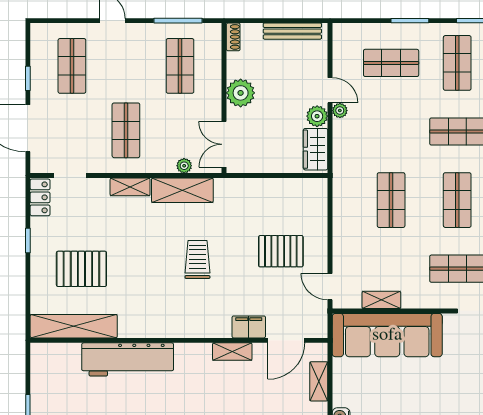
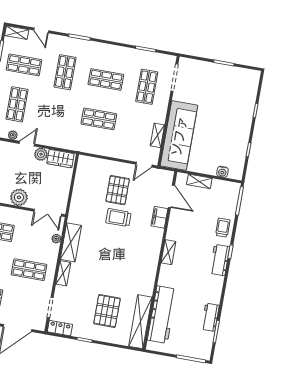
plant: (340, 111) -> (13, 135), moved
trolley: (197, 259) -> (118, 218), moved
shelving: (232, 352) -> (168, 252), moved
workbench: (128, 359) -> (162, 315), moved

